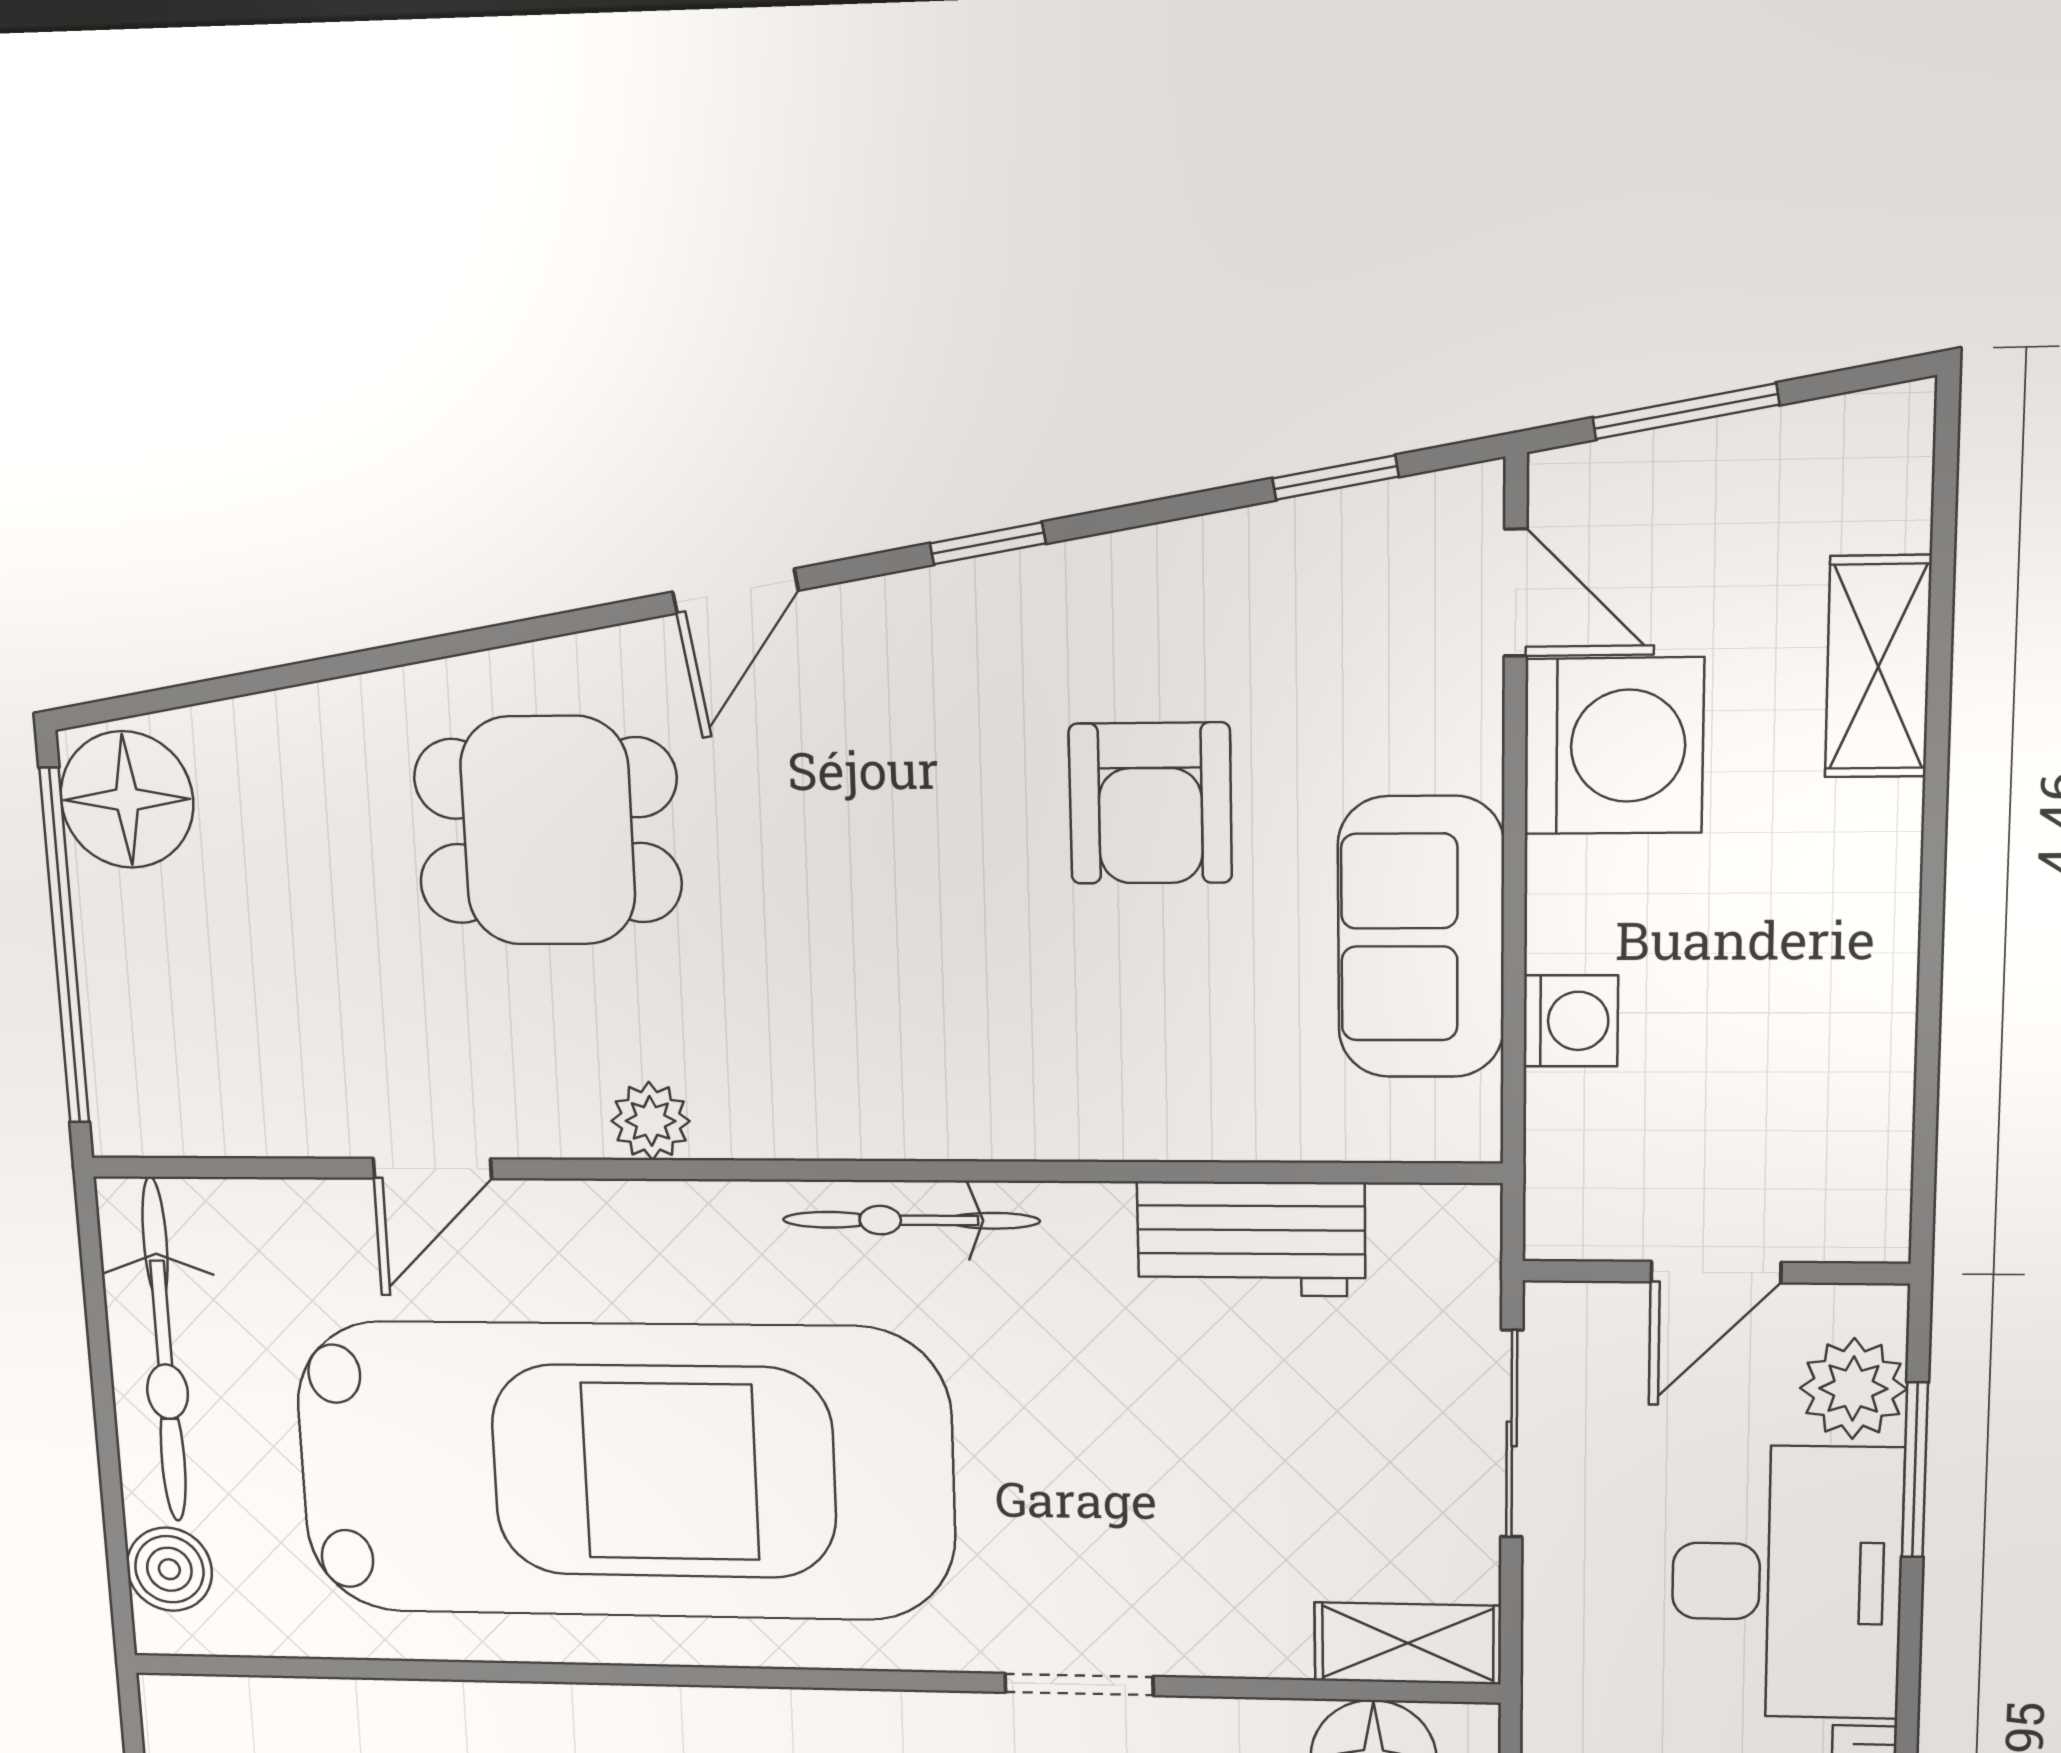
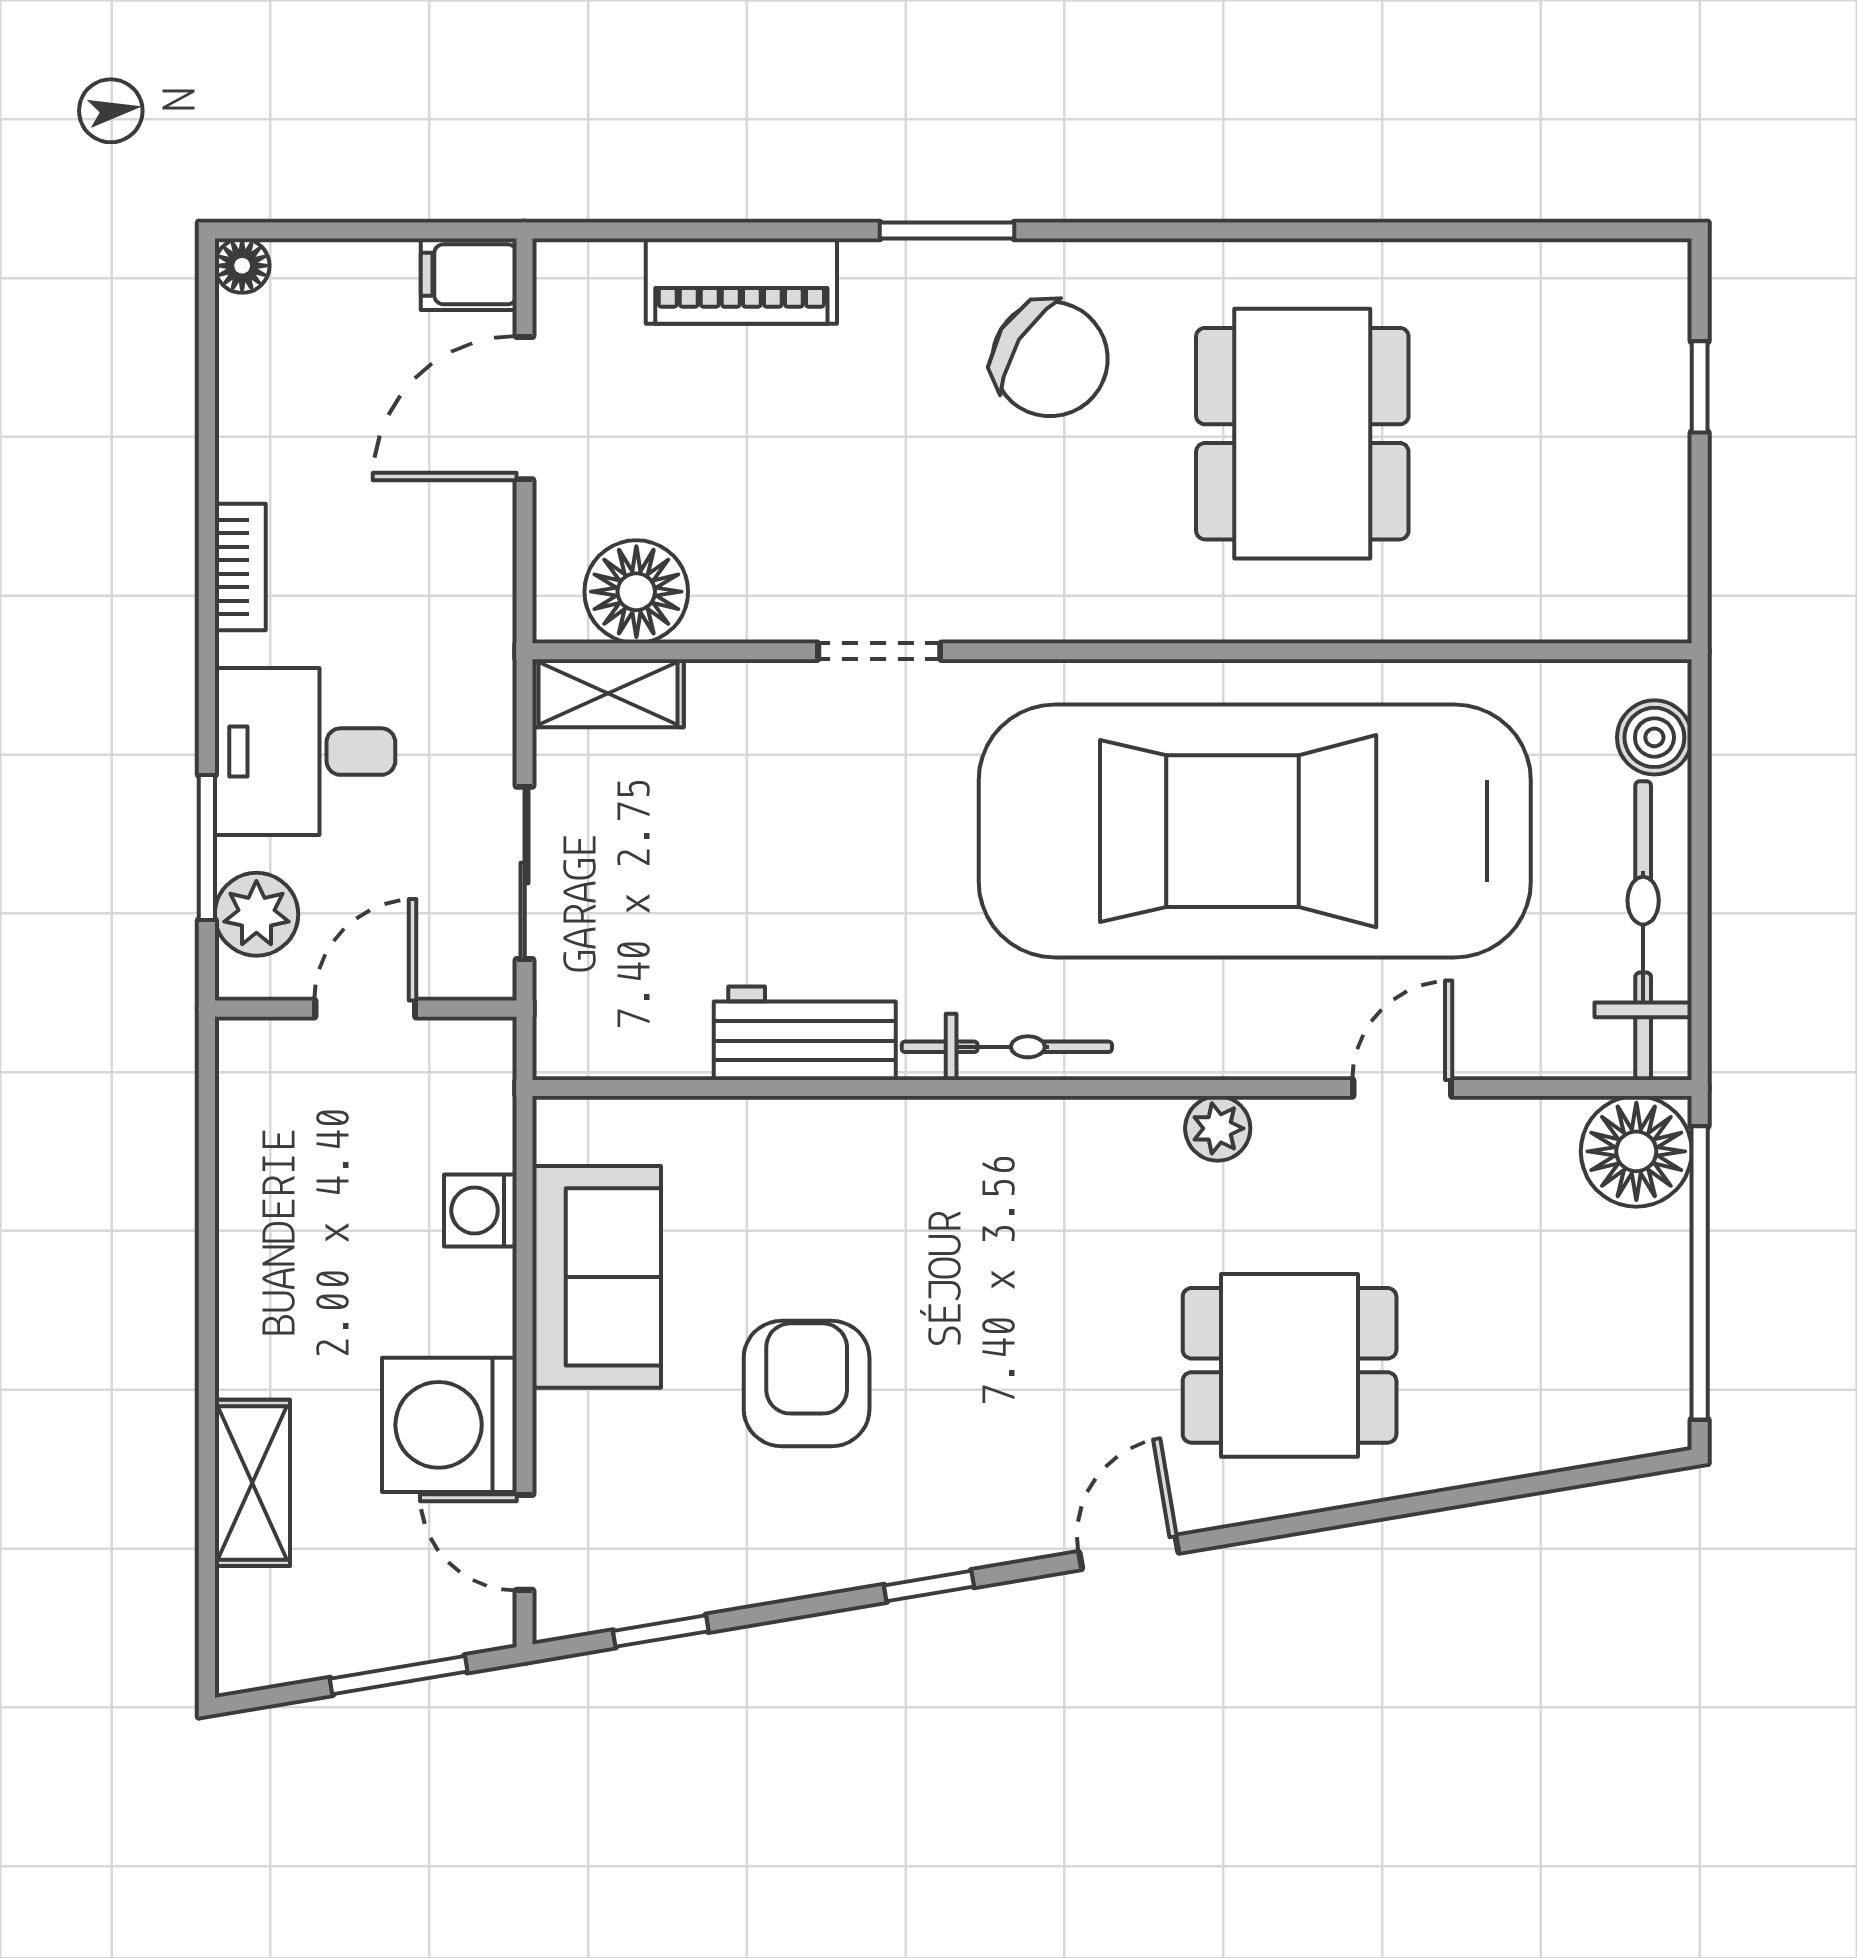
floor lamp: (127, 800) -> (1636, 1151), moved
workbench: (1251, 1239) -> (805, 1033), moved
desk: (1787, 1582) -> (305, 752), width x0.73

